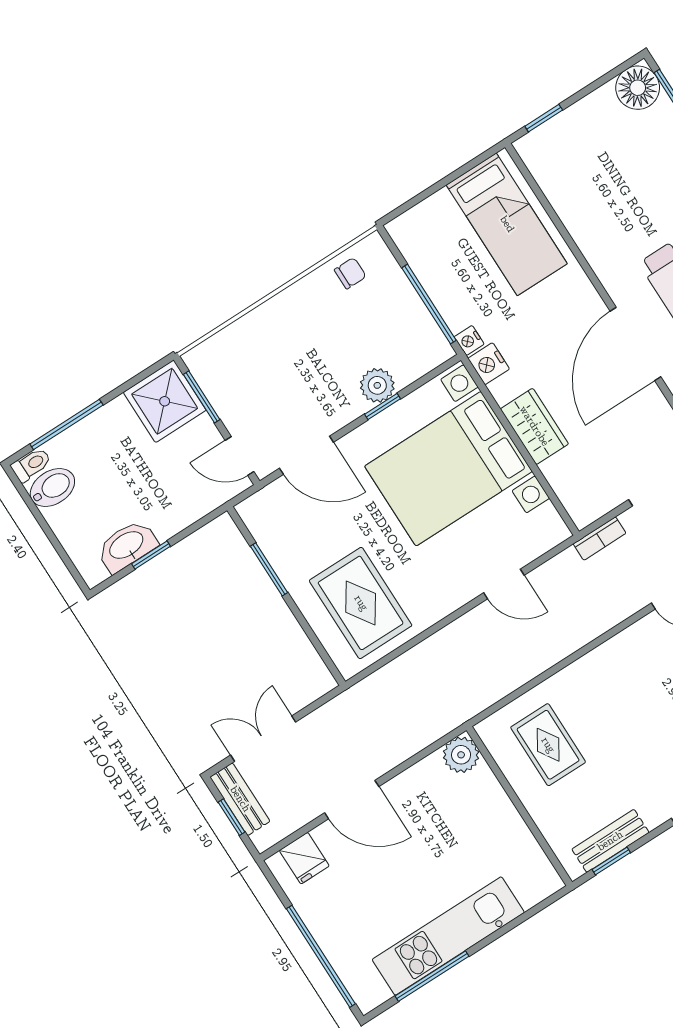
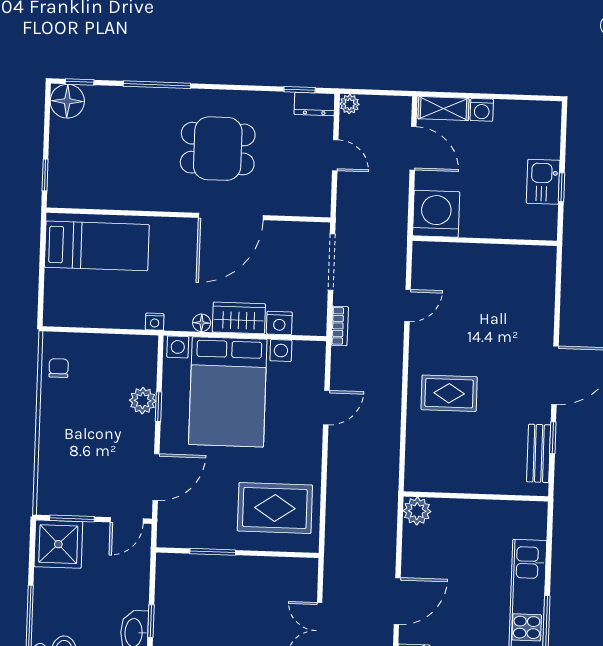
window: (429, 304) -> (113, 331), removed
door: (635, 344) -> (231, 216), hinge flipped
nightstand: (489, 364) -> (279, 323), moved
floor lamp: (502, 391) -> (202, 323), added
rug: (548, 745) -> (449, 393), moved
window: (611, 861) -> (553, 438), moved

